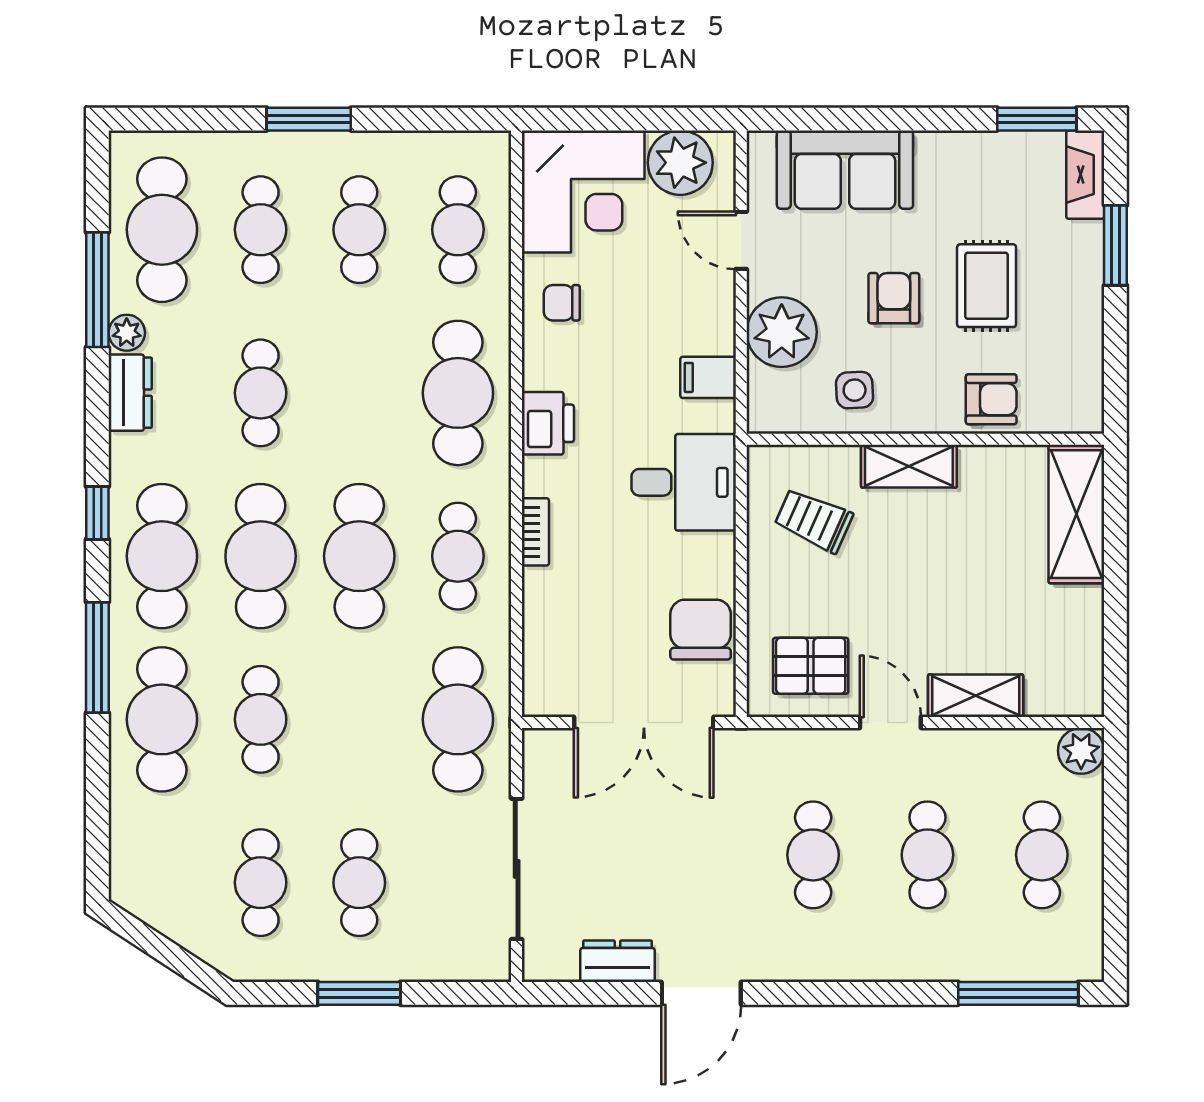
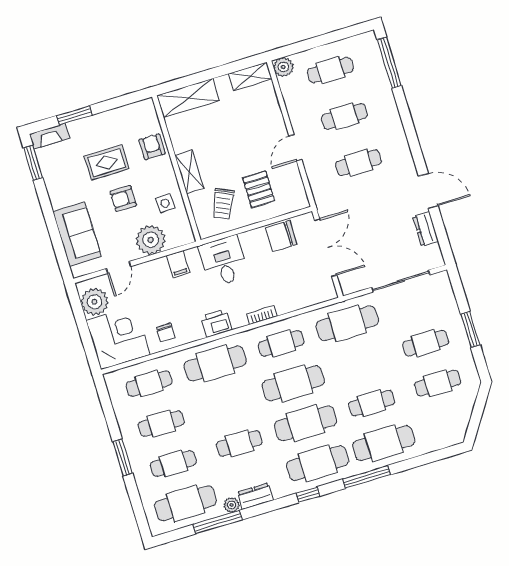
pallet: (811, 666) -> (259, 189), moved
shelving: (976, 696) -> (250, 76), moved, turned 90

